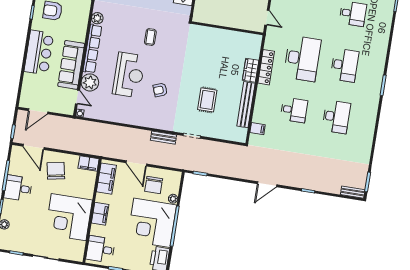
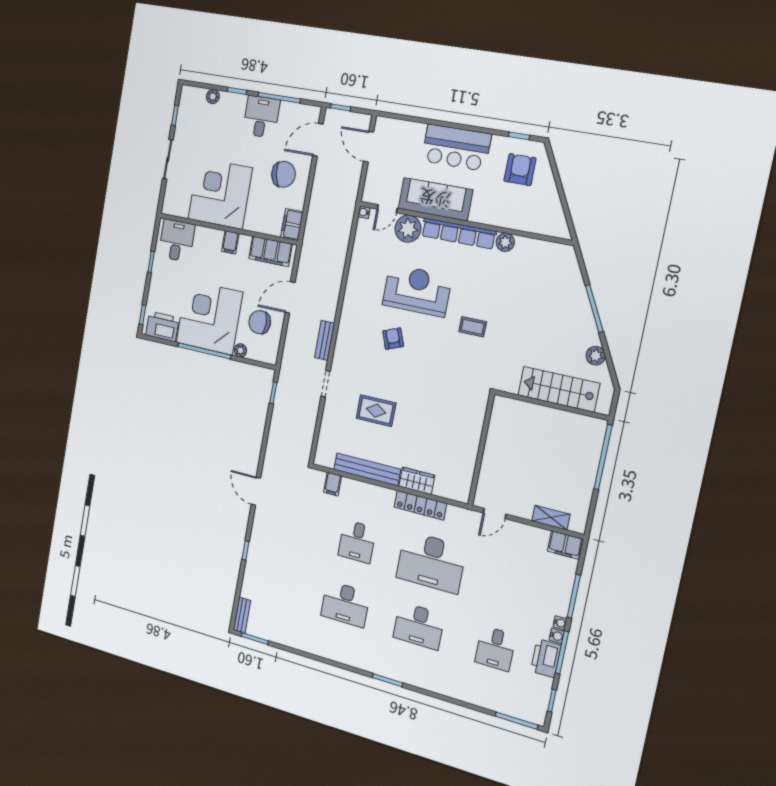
reception desk: (129, 75) -> (417, 290), turned 180
filing cabinet: (100, 214) -> (230, 242), width x0.50

